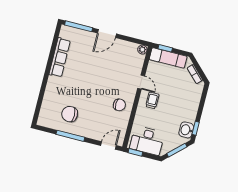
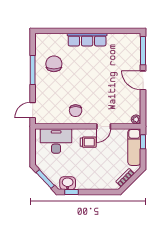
row of seats: (60, 57) -> (87, 40), moved
desk: (147, 141) -> (56, 141), moved, turned 90
door: (108, 145) -> (33, 110), swing flipped
window: (135, 152) -> (33, 138), removed

